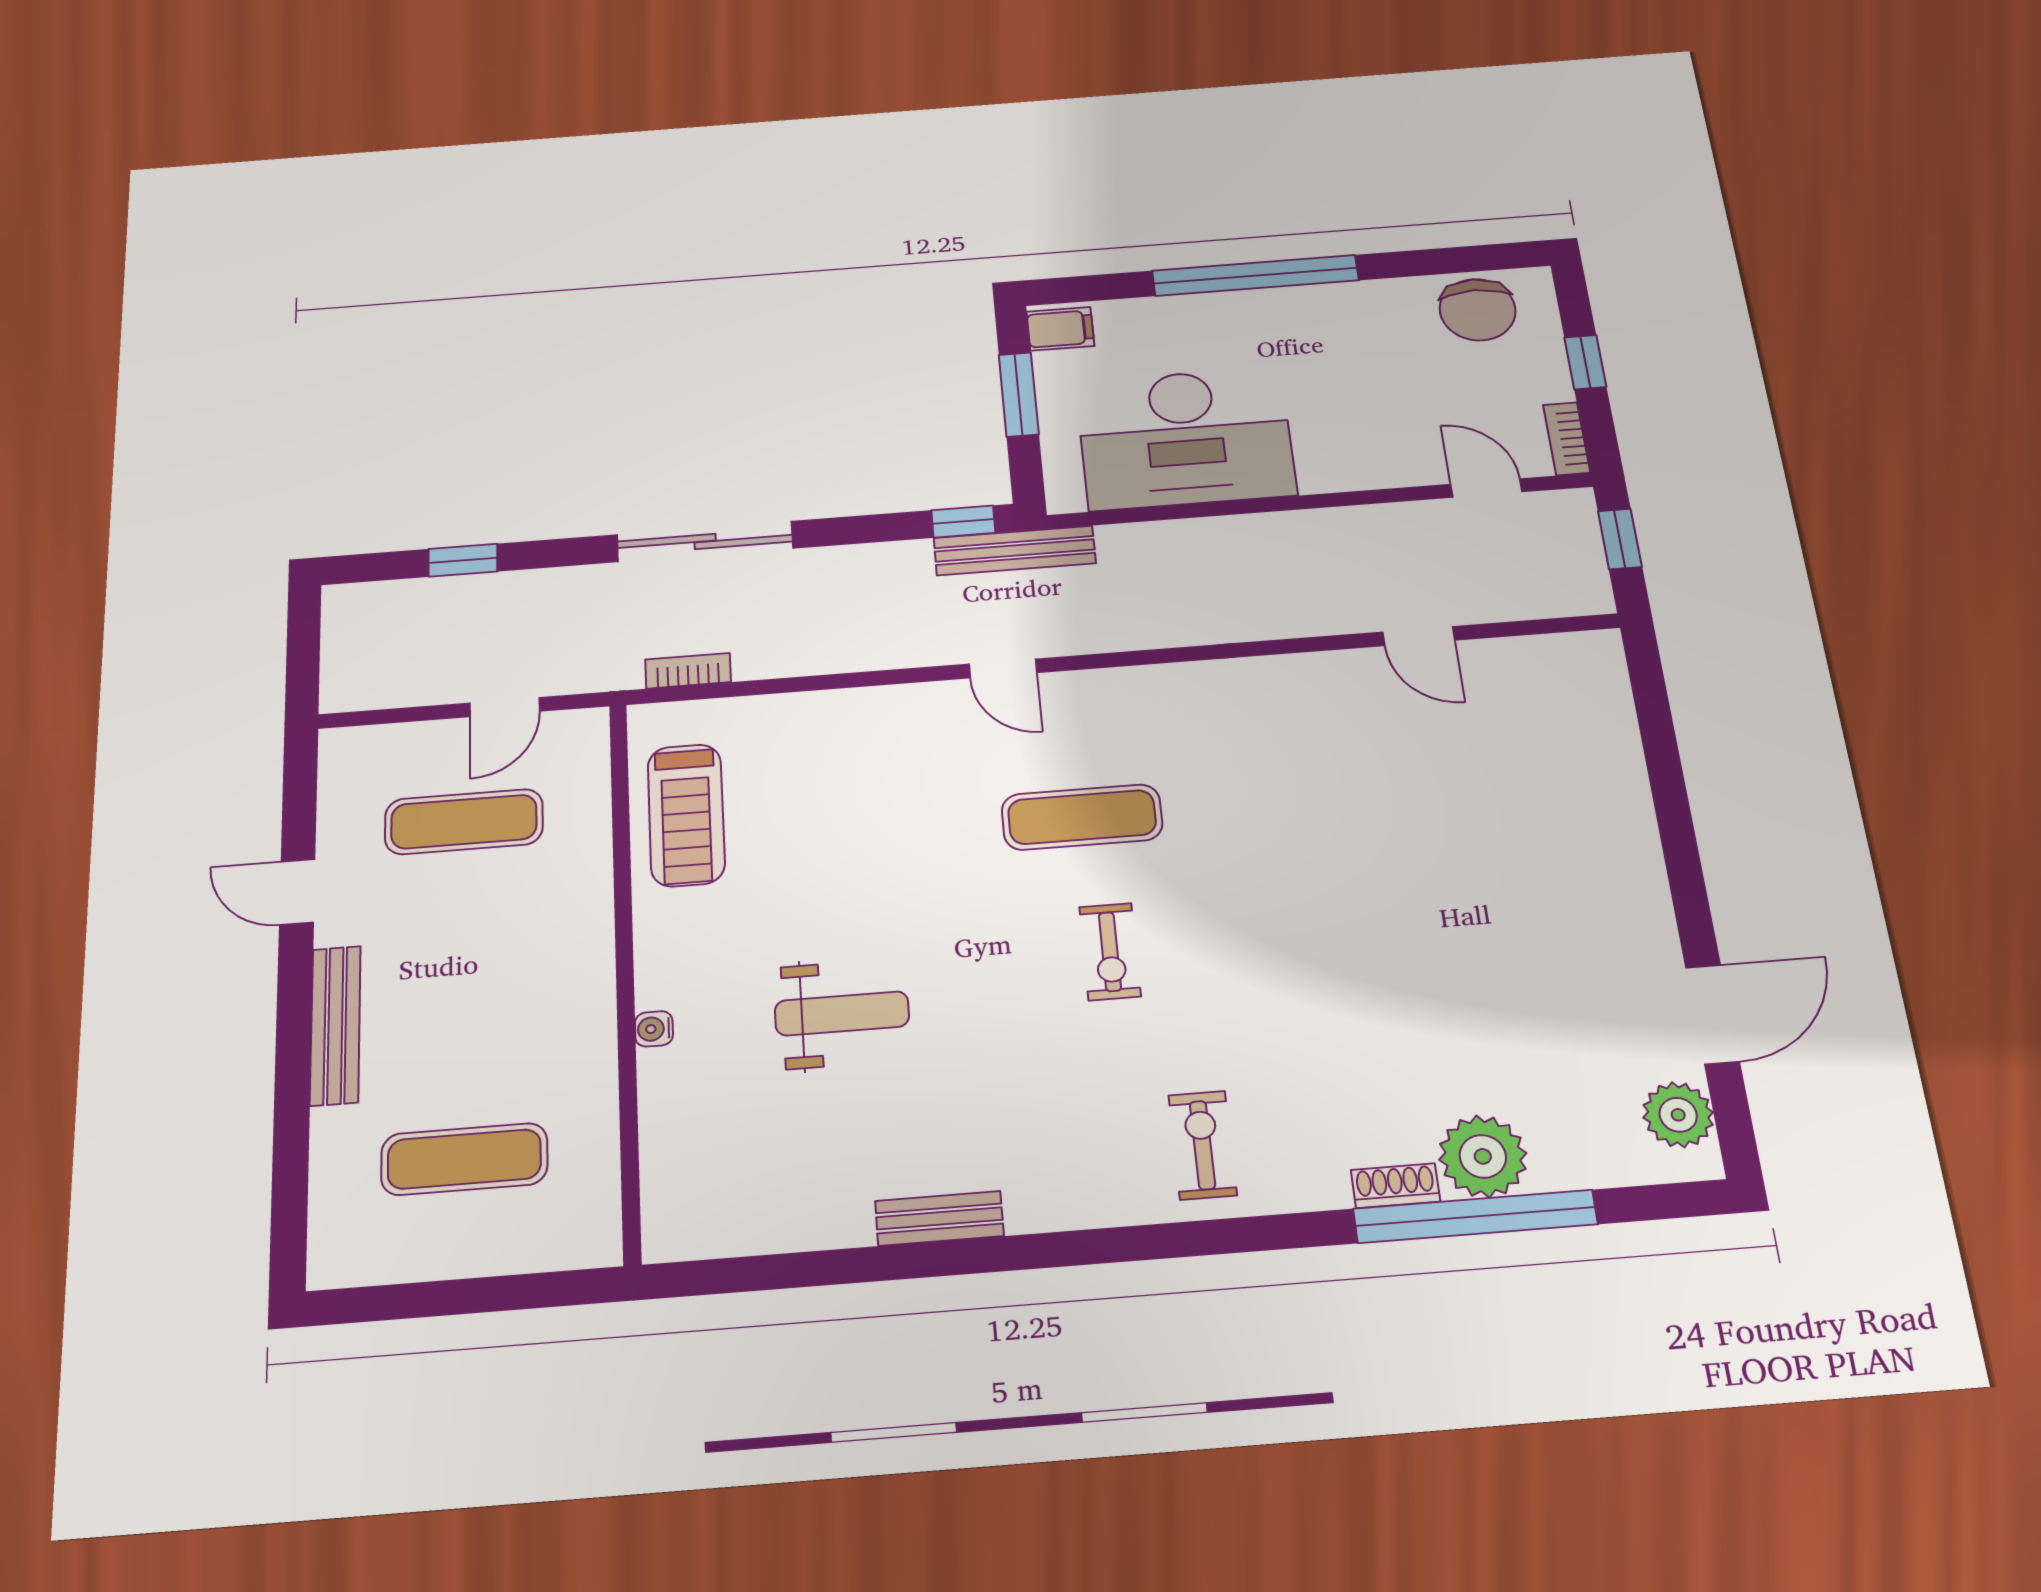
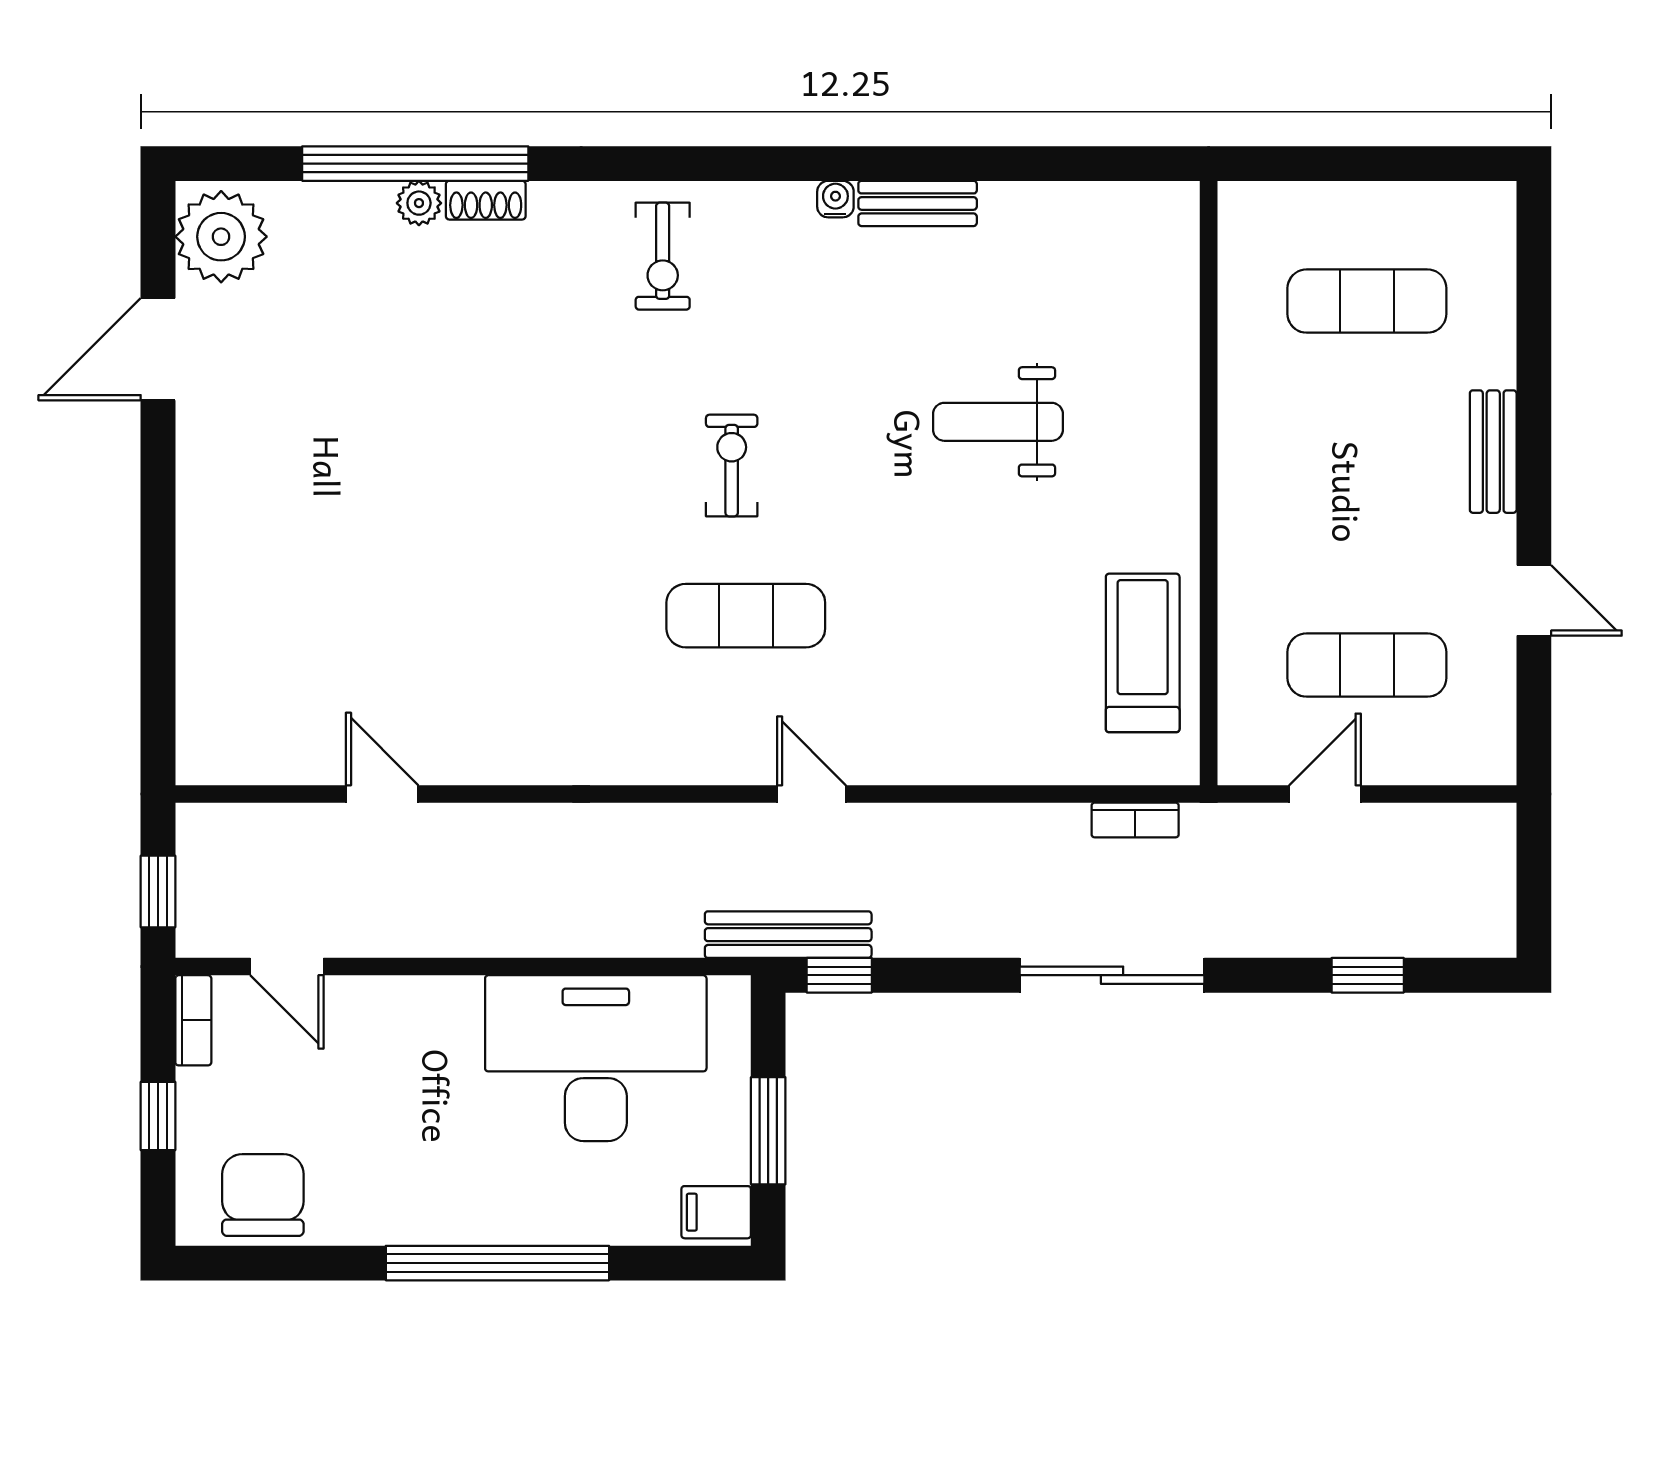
bench: (335, 1025) -> (1493, 452), width x0.73
water cooler: (654, 1029) -> (835, 199), moved, turned -90
plant: (1678, 1115) -> (221, 237), width x1.36, depth x1.36
plant: (1483, 1156) -> (419, 203), width x0.53, depth x0.53

